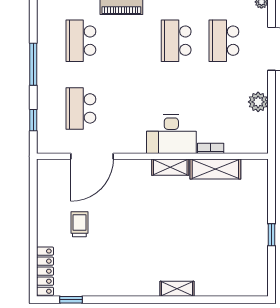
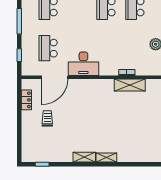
desk: (171, 134) -> (83, 64), moved
shelving: (170, 167) -> (84, 157), moved
locker: (45, 271) -> (26, 100), moved, width x0.66

